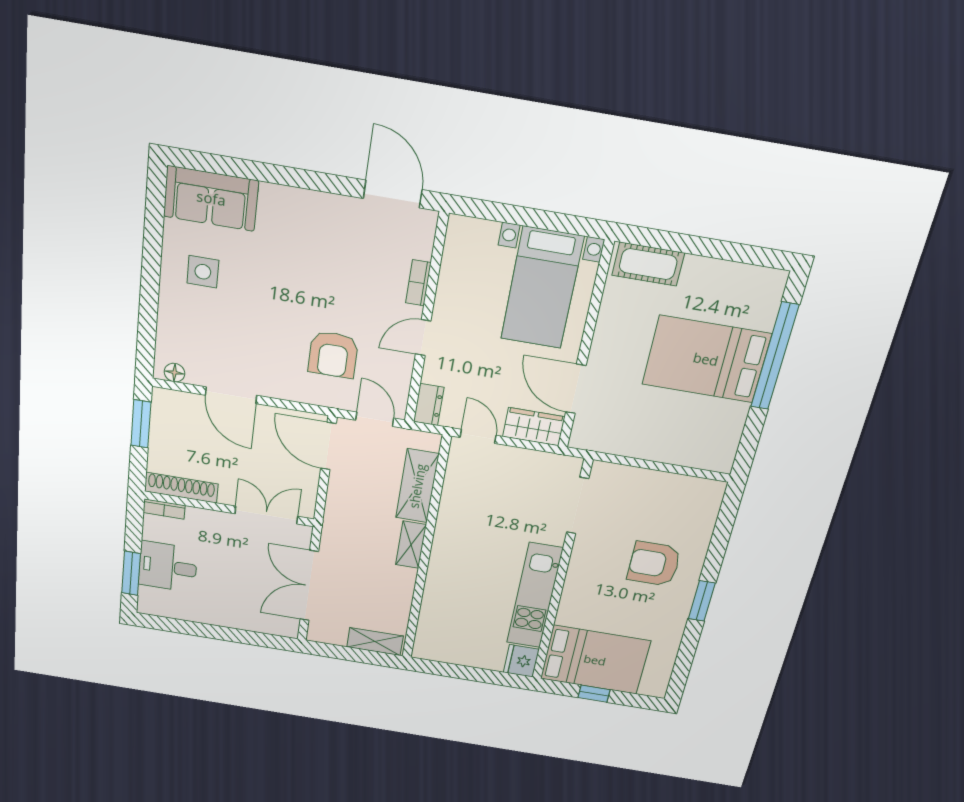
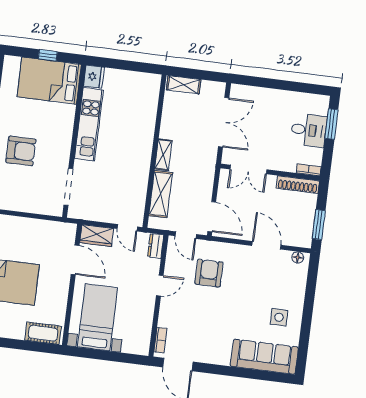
sofa: (211, 198) -> (264, 357), width x1.36
bookcase: (418, 283) -> (160, 340), moved

